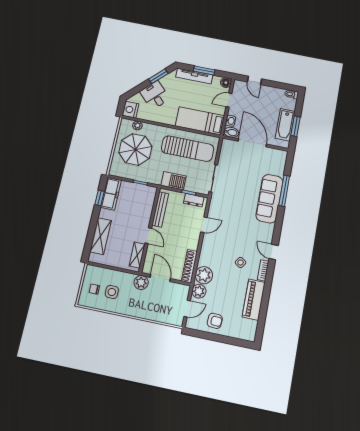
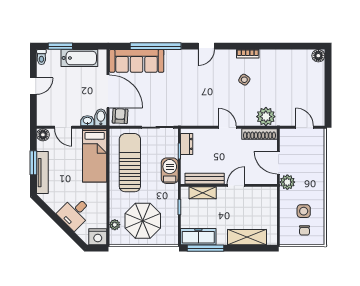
window: (158, 76) -> (51, 214), removed
door: (254, 80) -> (33, 86), moved
window: (296, 126) -> (60, 46), moved
door: (252, 143) -> (108, 91), swing flipped
window: (284, 191) -> (156, 46), width x1.46
window: (99, 198) -> (206, 248), width x2.17
sofa: (269, 199) -> (137, 61), moved
door: (204, 225) -> (227, 127), moved
door: (274, 252) -> (206, 46), moved
shelving: (137, 255) -> (203, 193), moved
door: (160, 278) -> (278, 163), hinge flipped
plant: (199, 291) -> (284, 118), removed
piano: (254, 300) -> (281, 58), removed
armchair: (215, 321) -> (120, 116), moved
floor lamp: (250, 335) -> (318, 56), added

